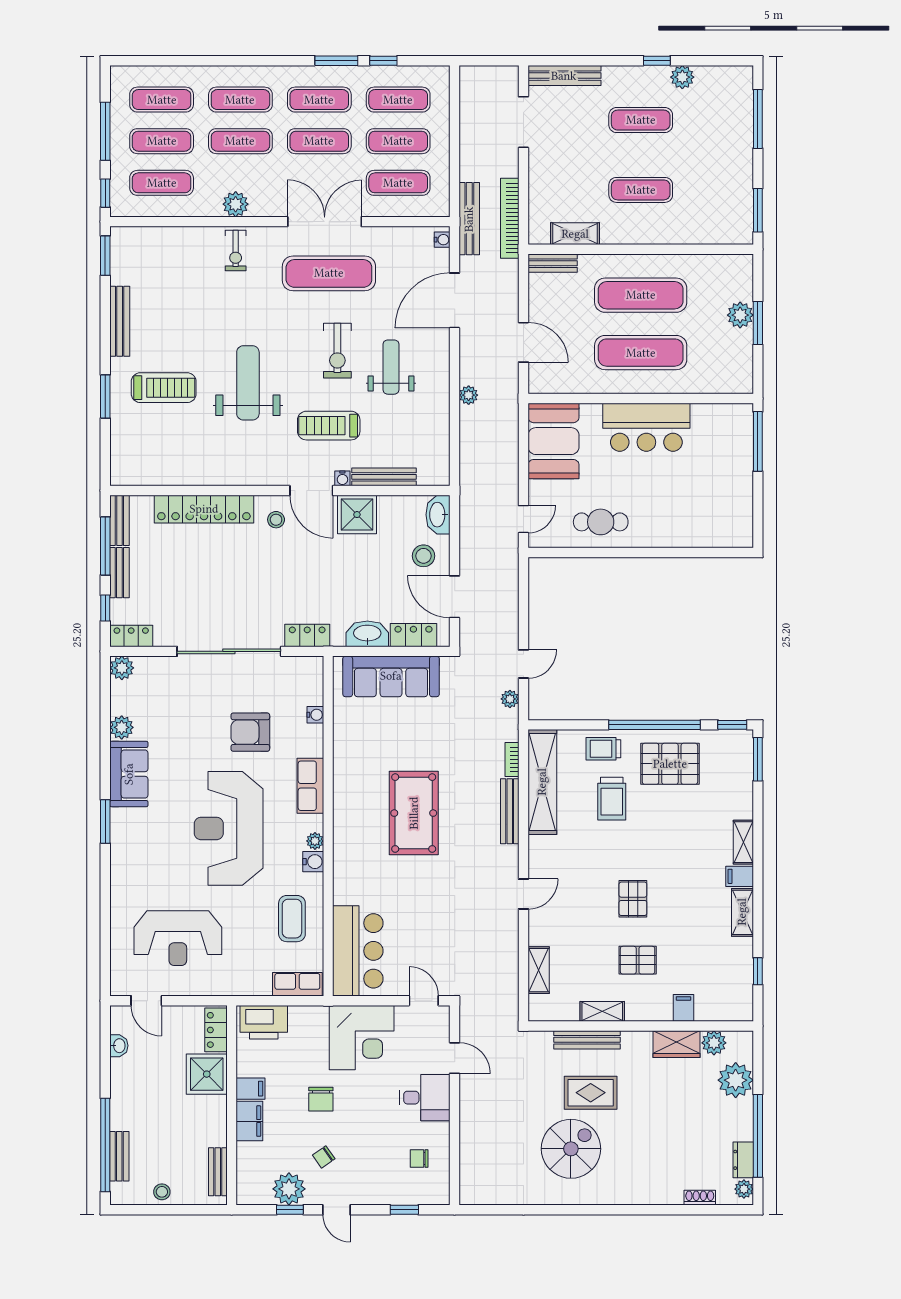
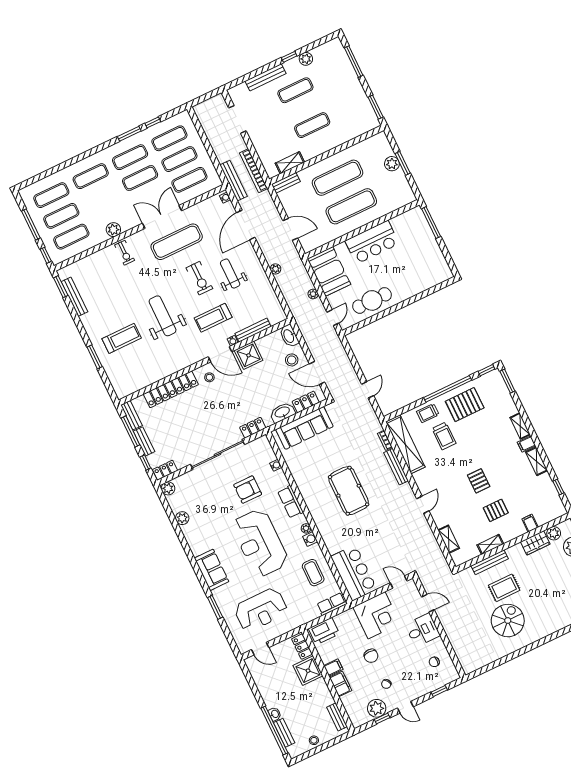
bench: (564, 76) -> (266, 77), moved
exercise mat: (240, 141) -> (101, 197), removed
bench: (120, 321) -> (74, 297), moved
cafe table: (601, 522) -> (372, 300), width x1.37, depth x1.35
plant: (510, 699) -> (313, 294), moved
sofa: (129, 774) -> (212, 570), moved
window: (105, 821) -> (215, 607), moved
washbasin: (119, 1046) -> (275, 714), moved

